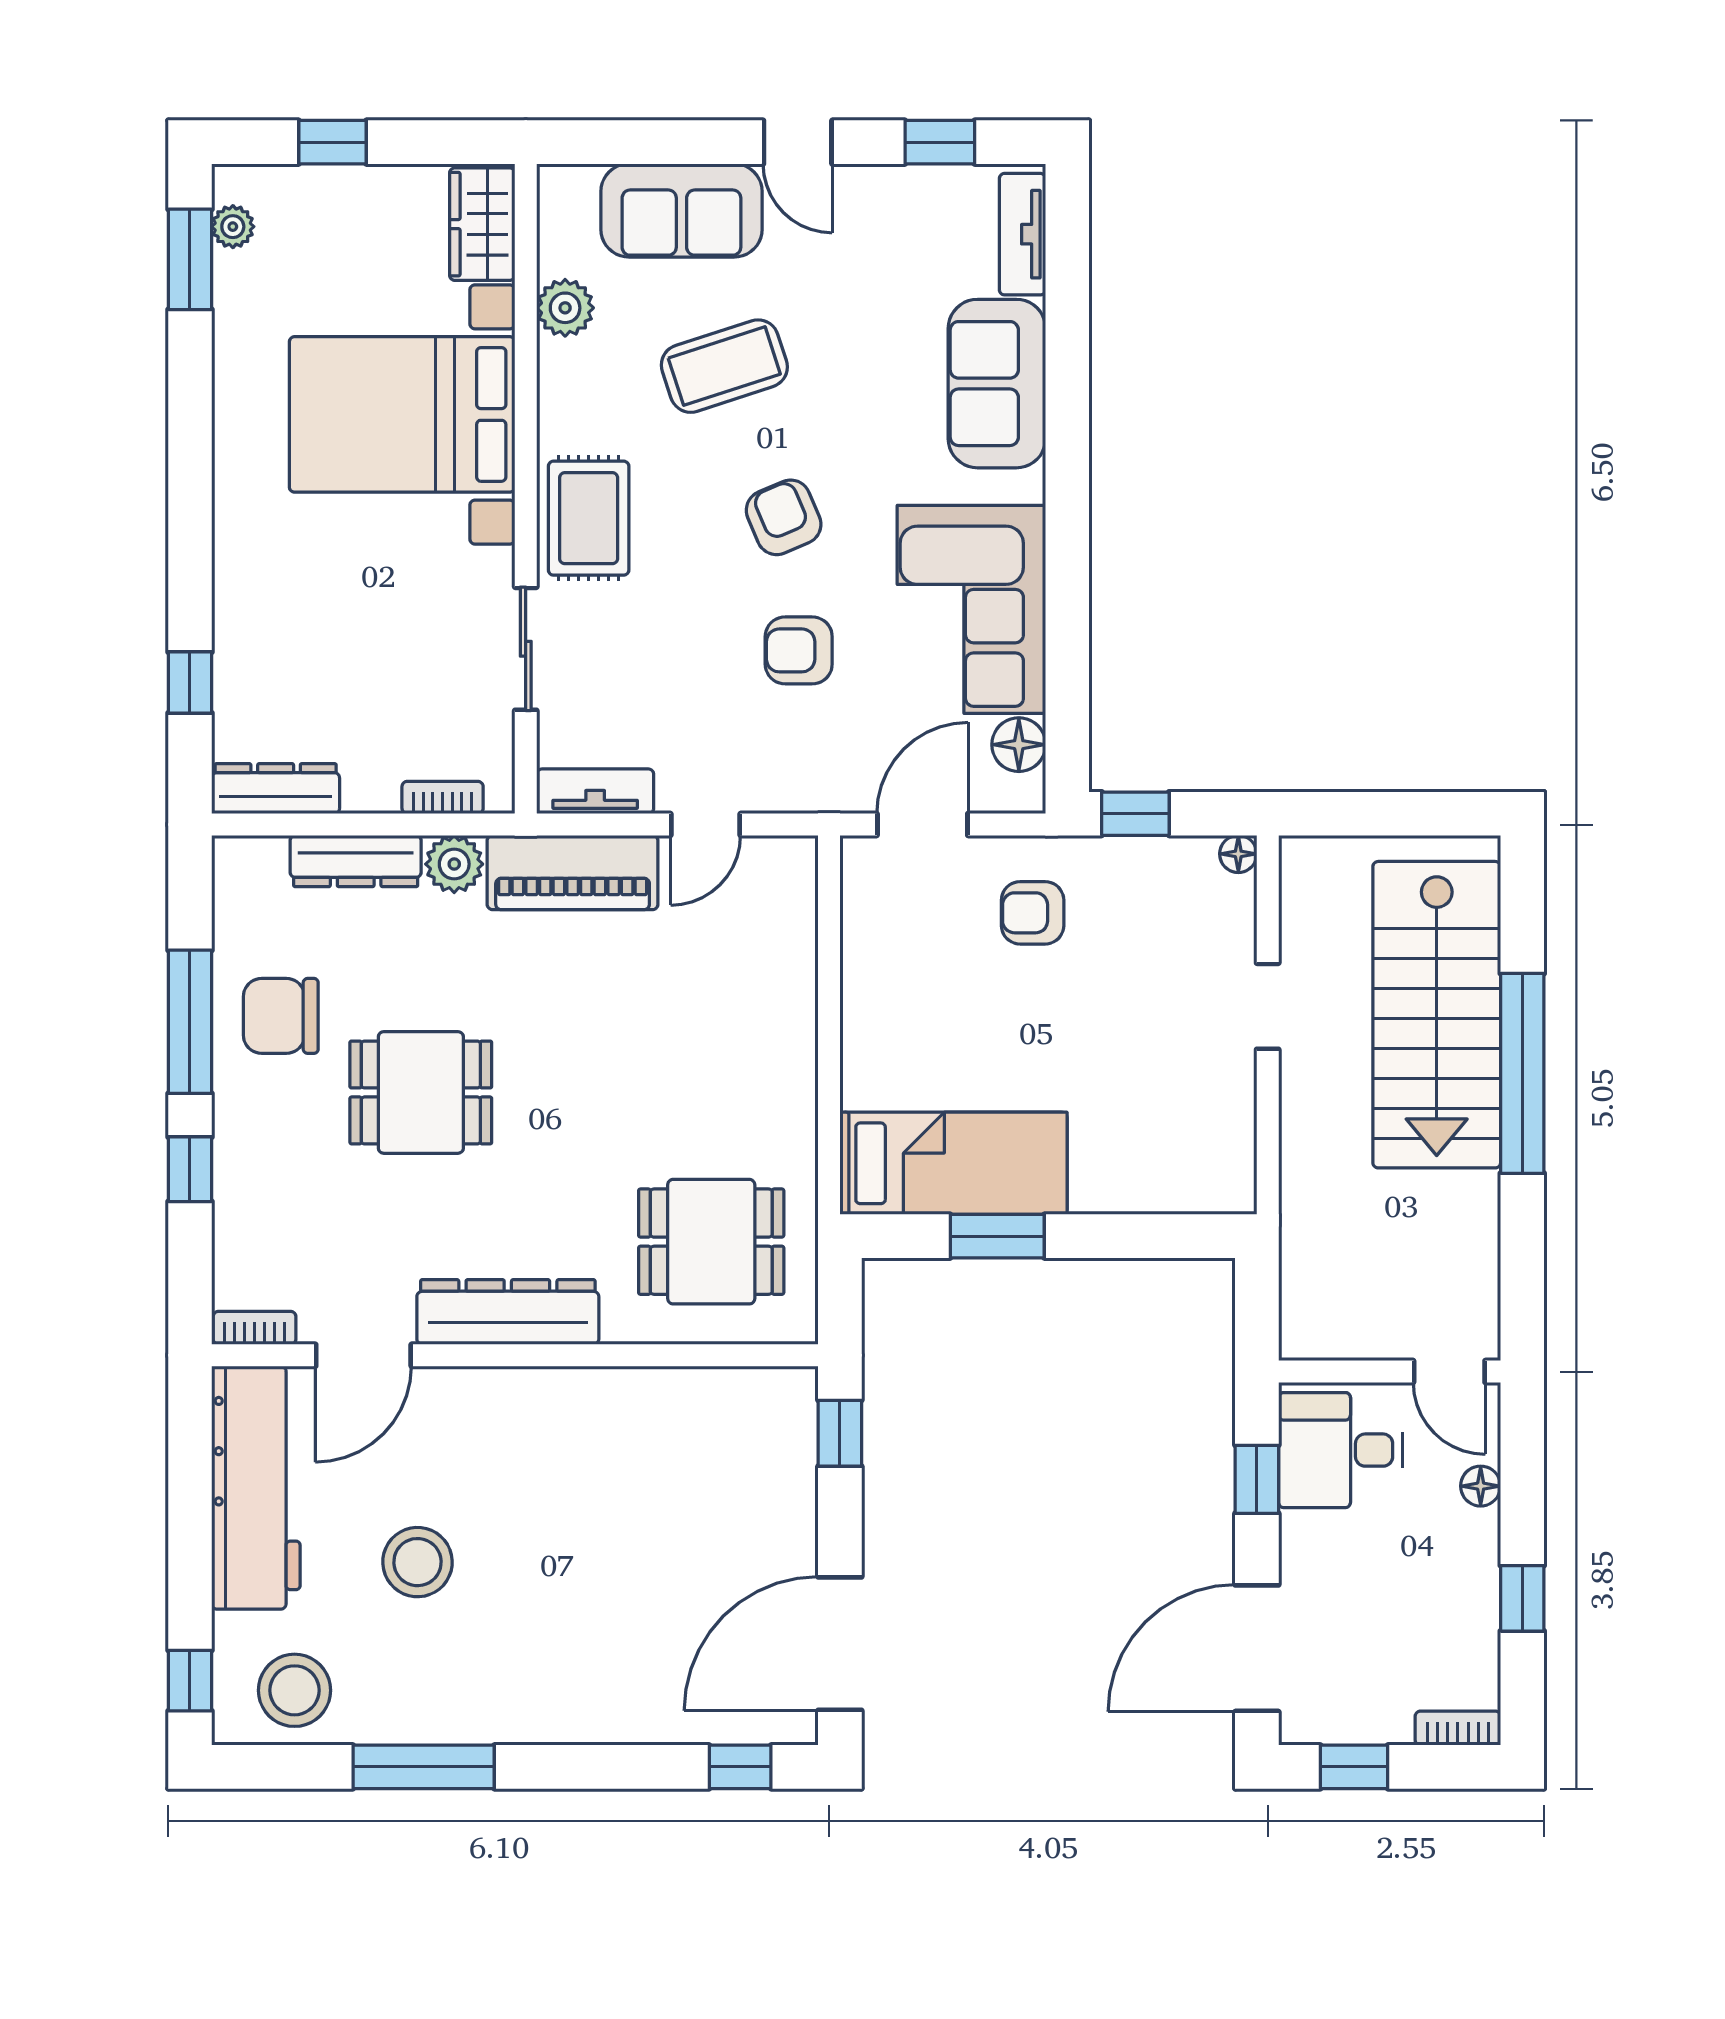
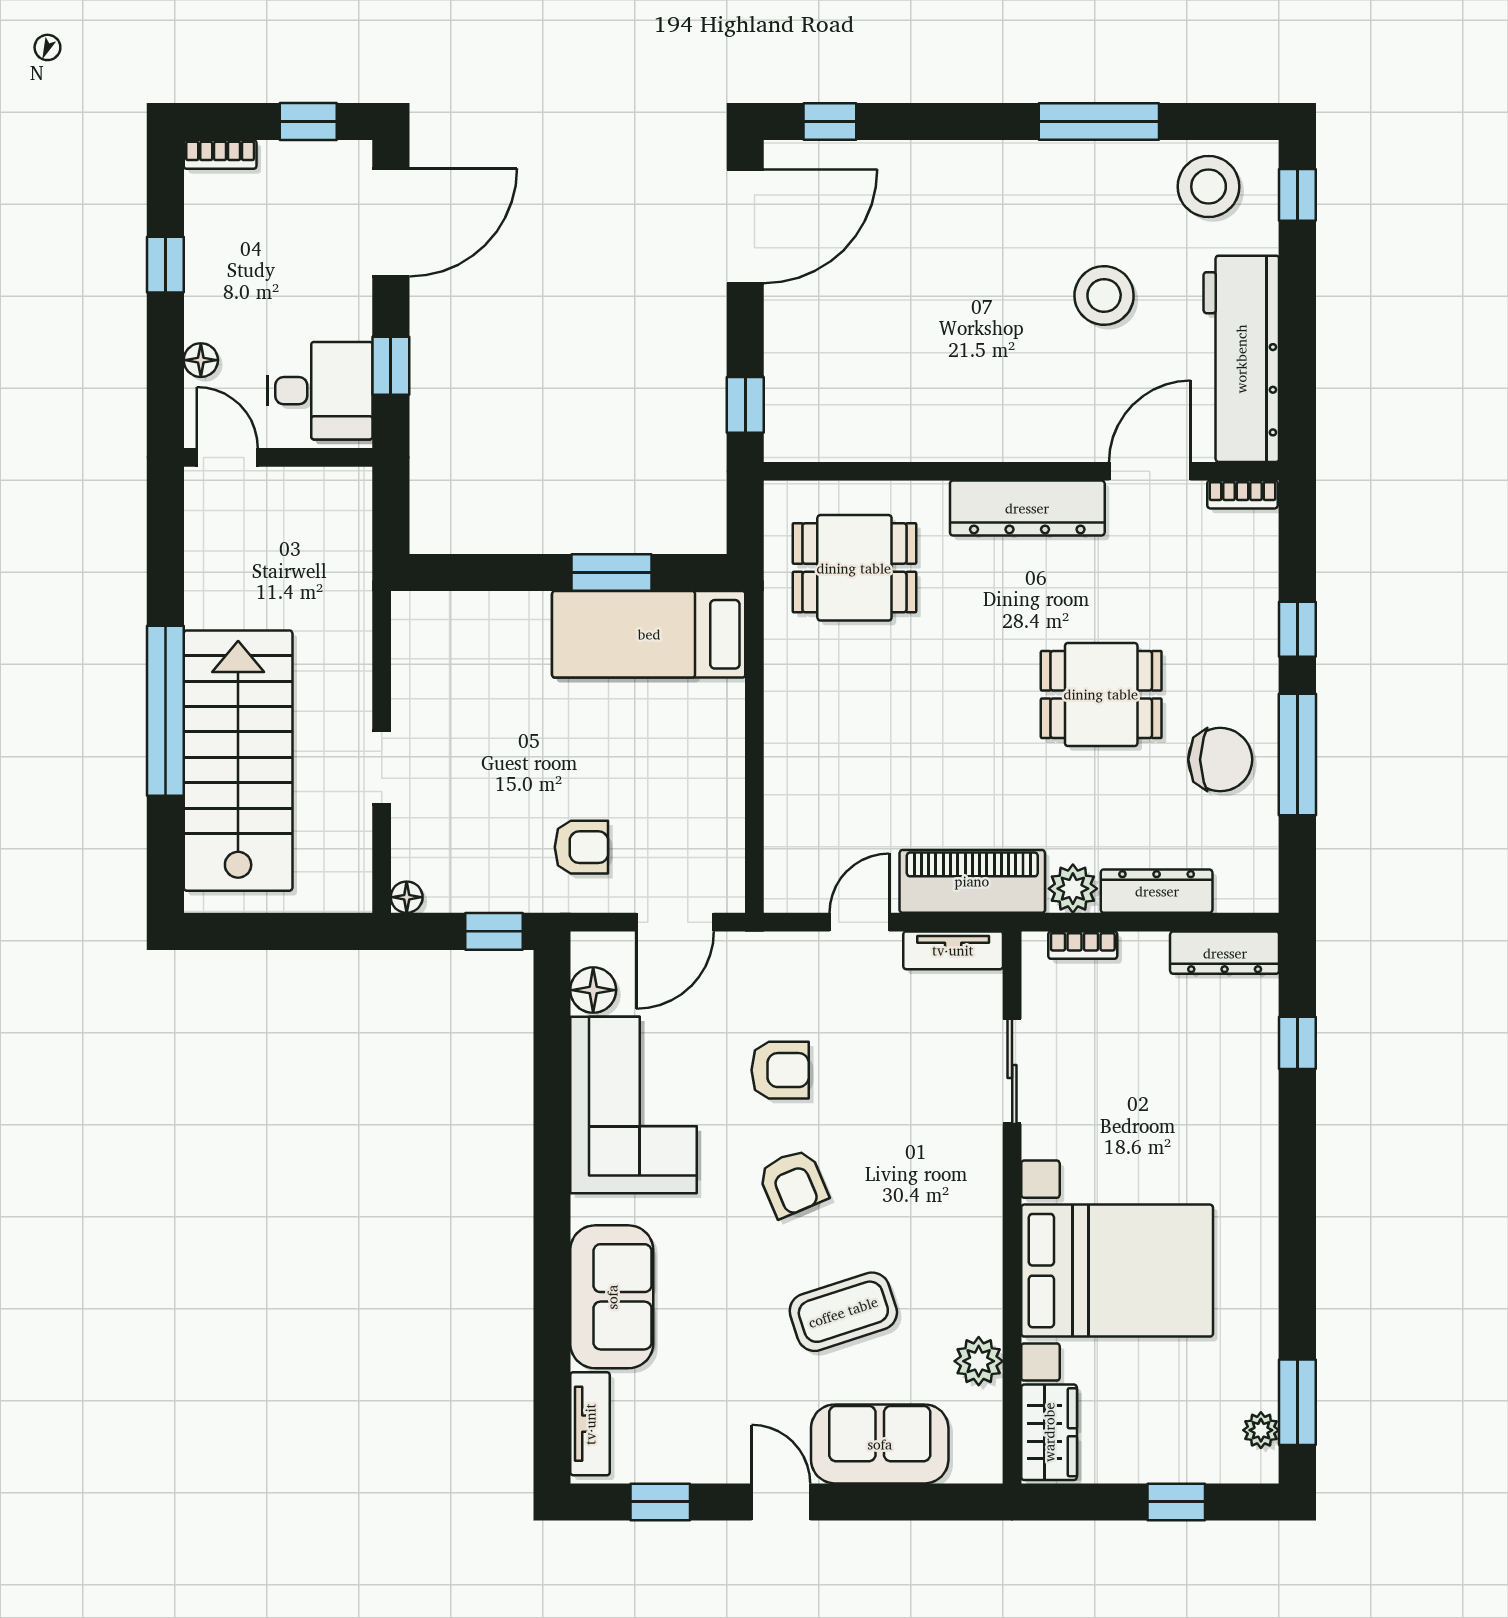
rug: (589, 518) -> (959, 1182), removed

